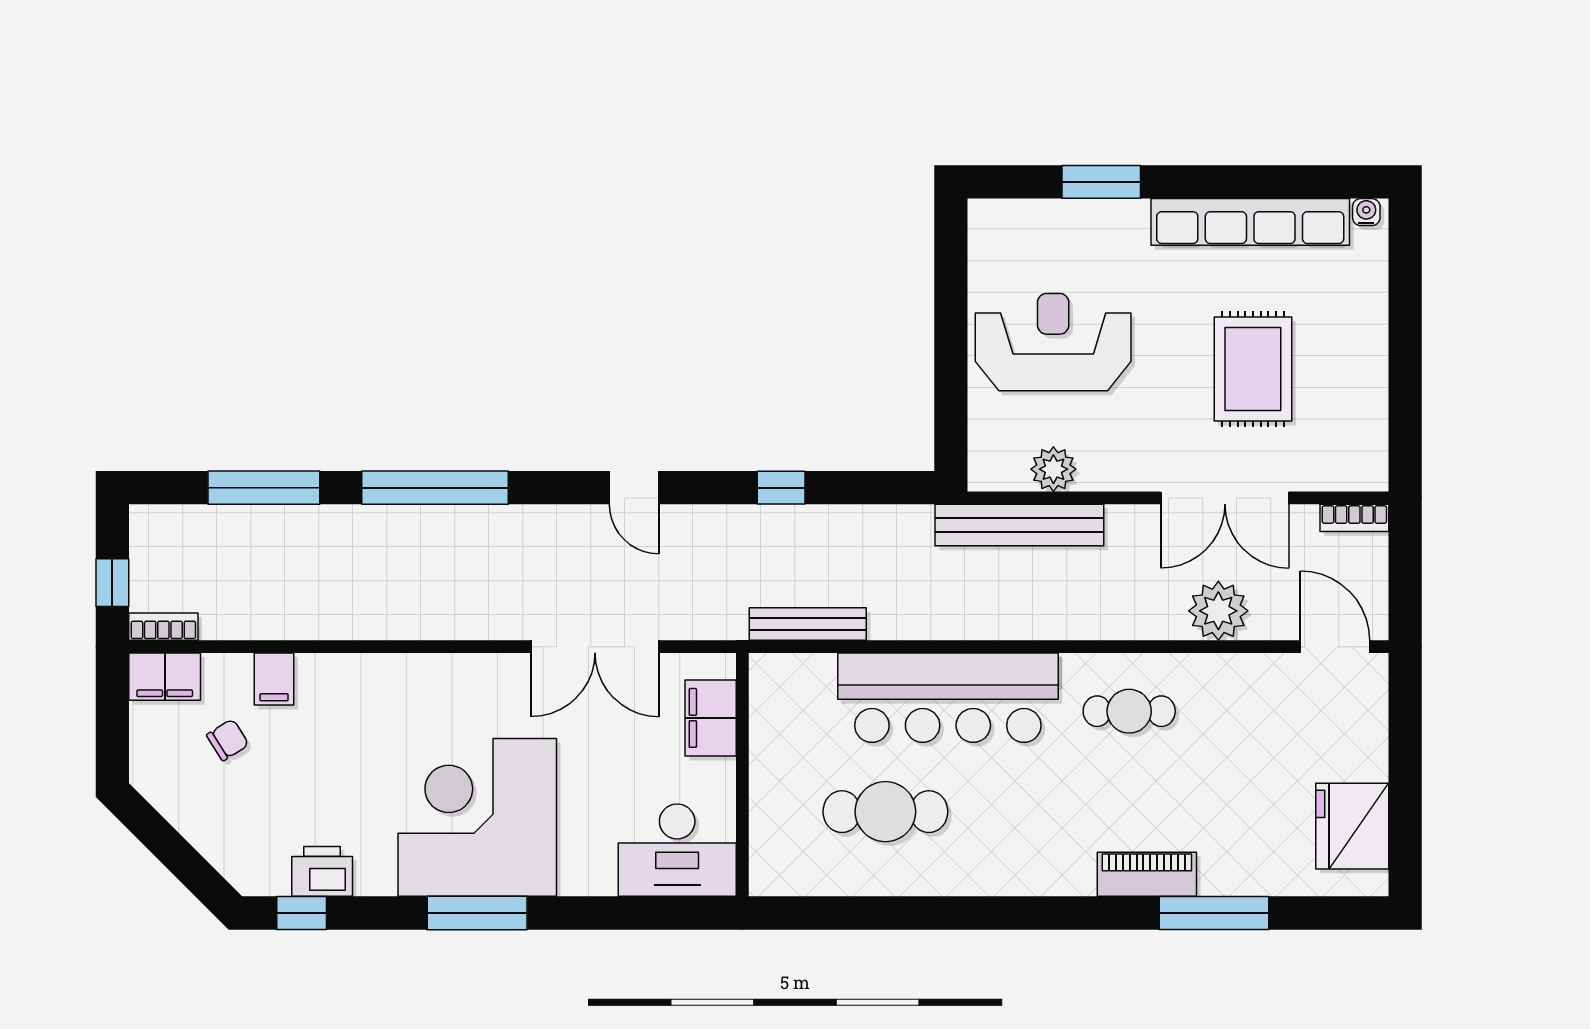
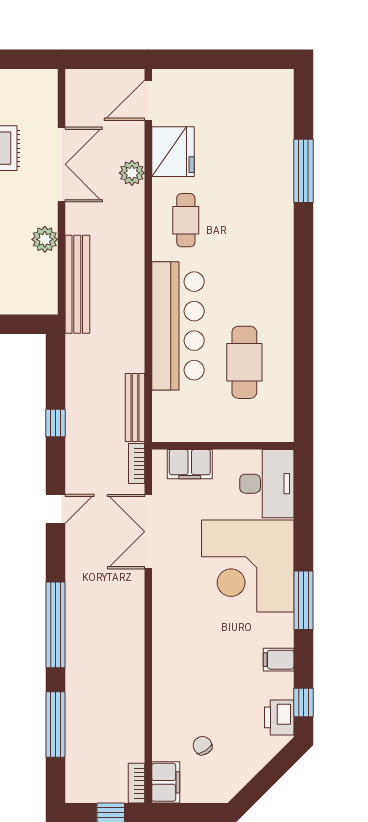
plant: (1053, 469) -> (45, 239), moved
bookcase: (1354, 518) -> (137, 464), moved, turned 180
plant: (1218, 611) -> (132, 173), width x0.73, depth x0.73
double door: (595, 647) -> (148, 532), swing flipped
filing cabinet: (274, 679) -> (279, 660), moved, turned 180
corner desk: (477, 817) -> (248, 566), moved
fridge: (1352, 826) -> (173, 152), moved, turned -90
printer: (322, 871) -> (279, 717), moved
piano: (1147, 874) -> (281, 210), removed

